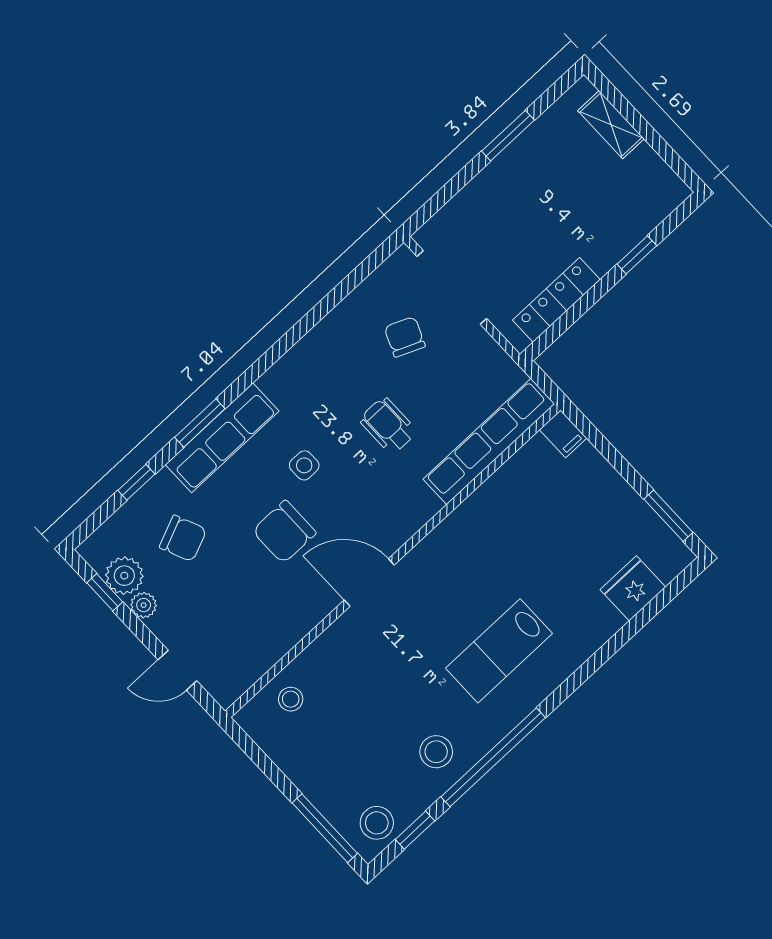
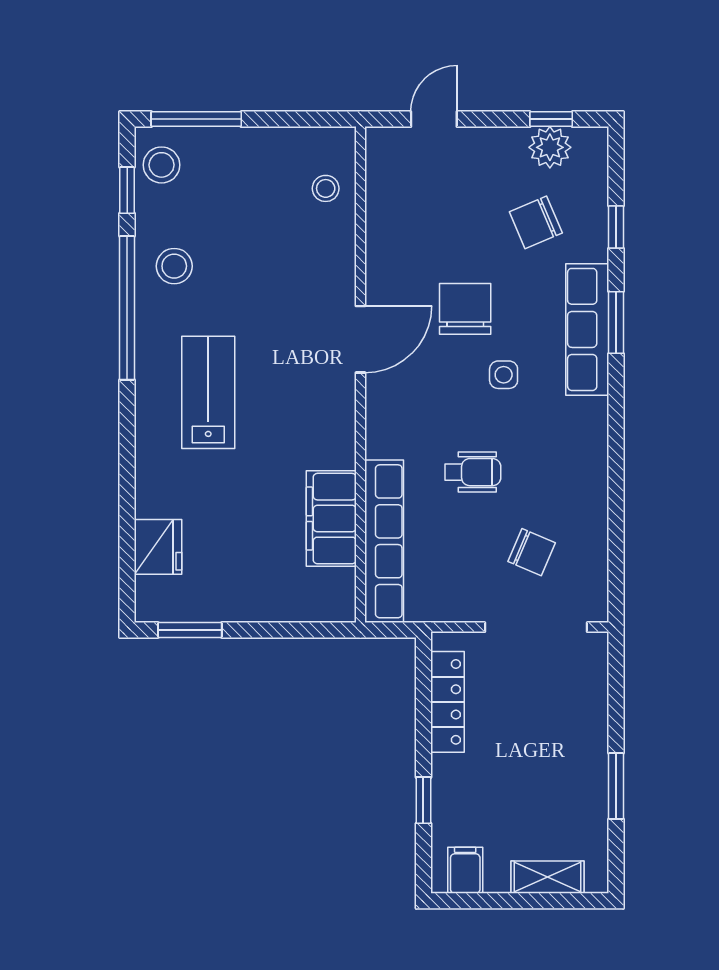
filing cabinet: (657, 184) -> (465, 870), added
filing cabinet: (563, 434) -> (331, 519), moved, width x3.00, depth x1.17
plant: (144, 605) -> (512, 141), removed

